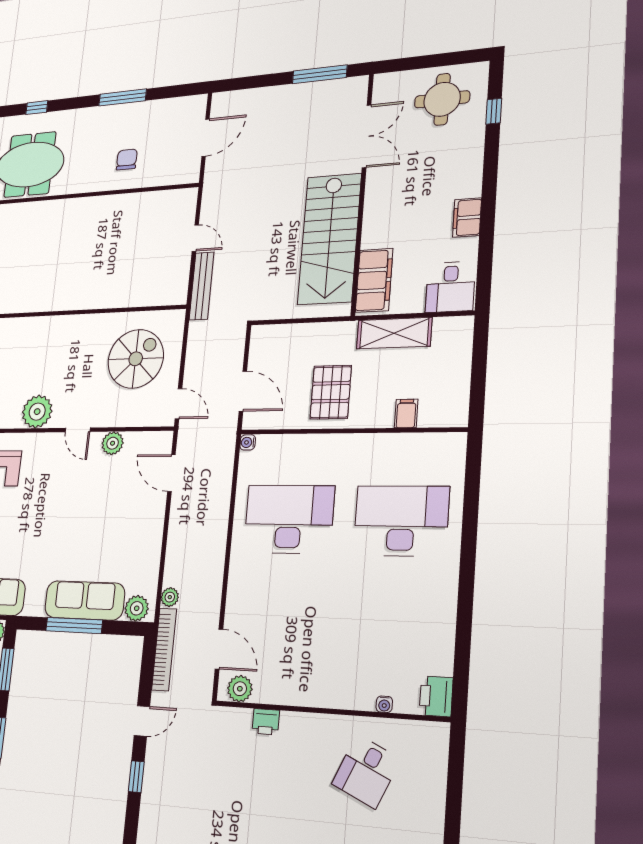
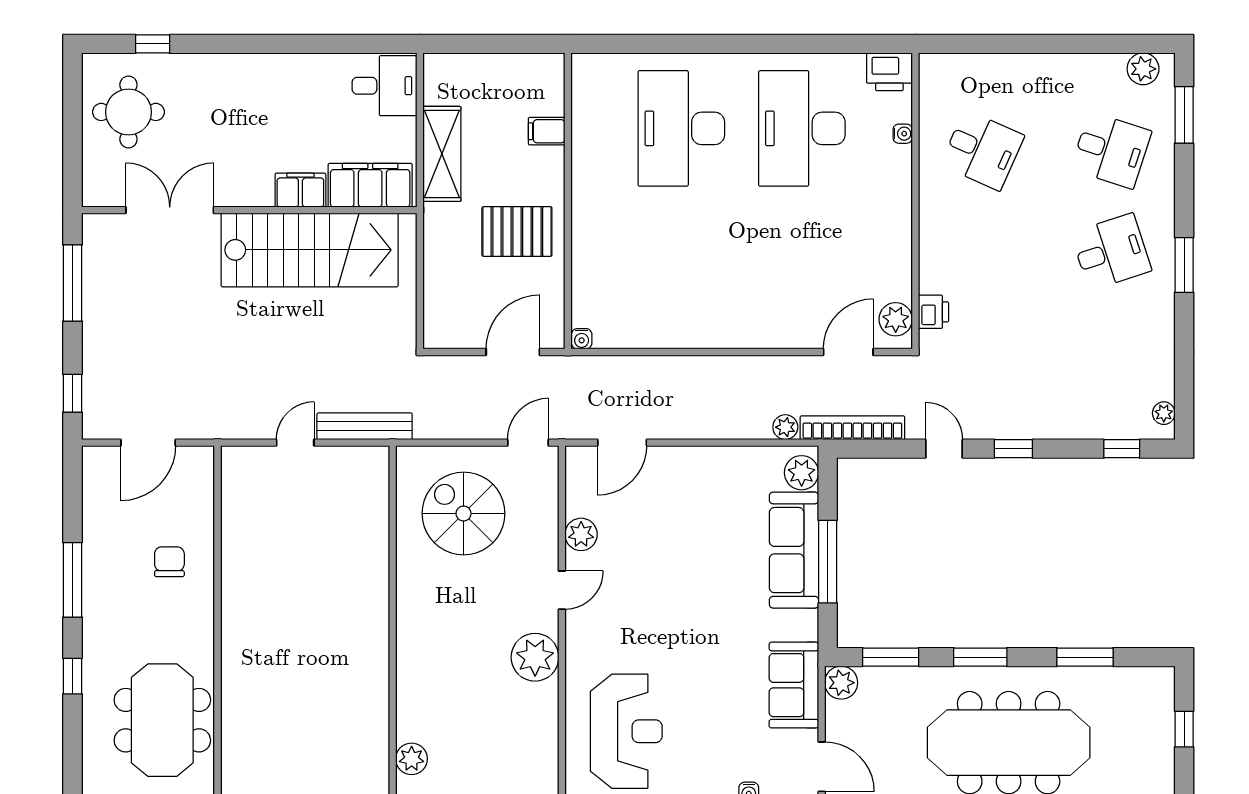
window: (244, 83) -> (73, 393), added
window: (37, 108) -> (73, 676), moved
door: (206, 138) -> (148, 443), swing flipped
chair: (127, 160) -> (169, 562), turned 90
filing cabinet: (467, 218) -> (300, 190), moved, turned 180
desk: (289, 519) -> (802, 128), moved
printer: (266, 722) -> (933, 312), moved

